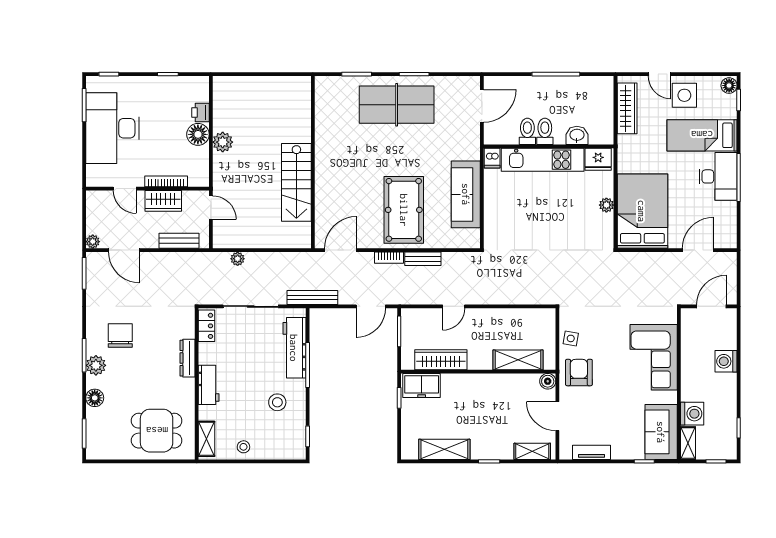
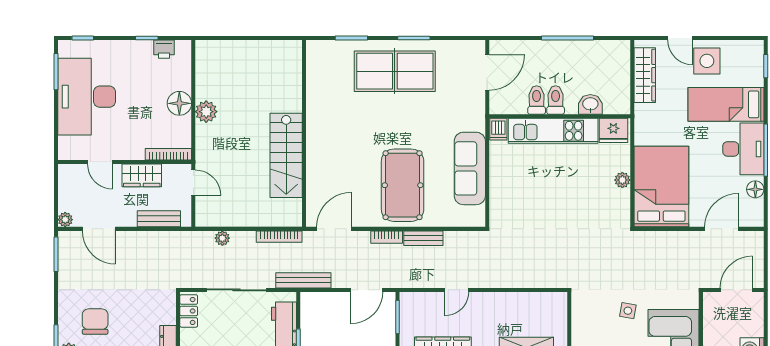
floor lamp: (729, 86) -> (755, 189), moved
printer: (201, 112) -> (164, 49), moved, turned -90
bookcase: (166, 181) -> (168, 154), moved
bookcase: (290, 257) -> (279, 237), added
side table: (571, 338) -> (628, 311), moved

